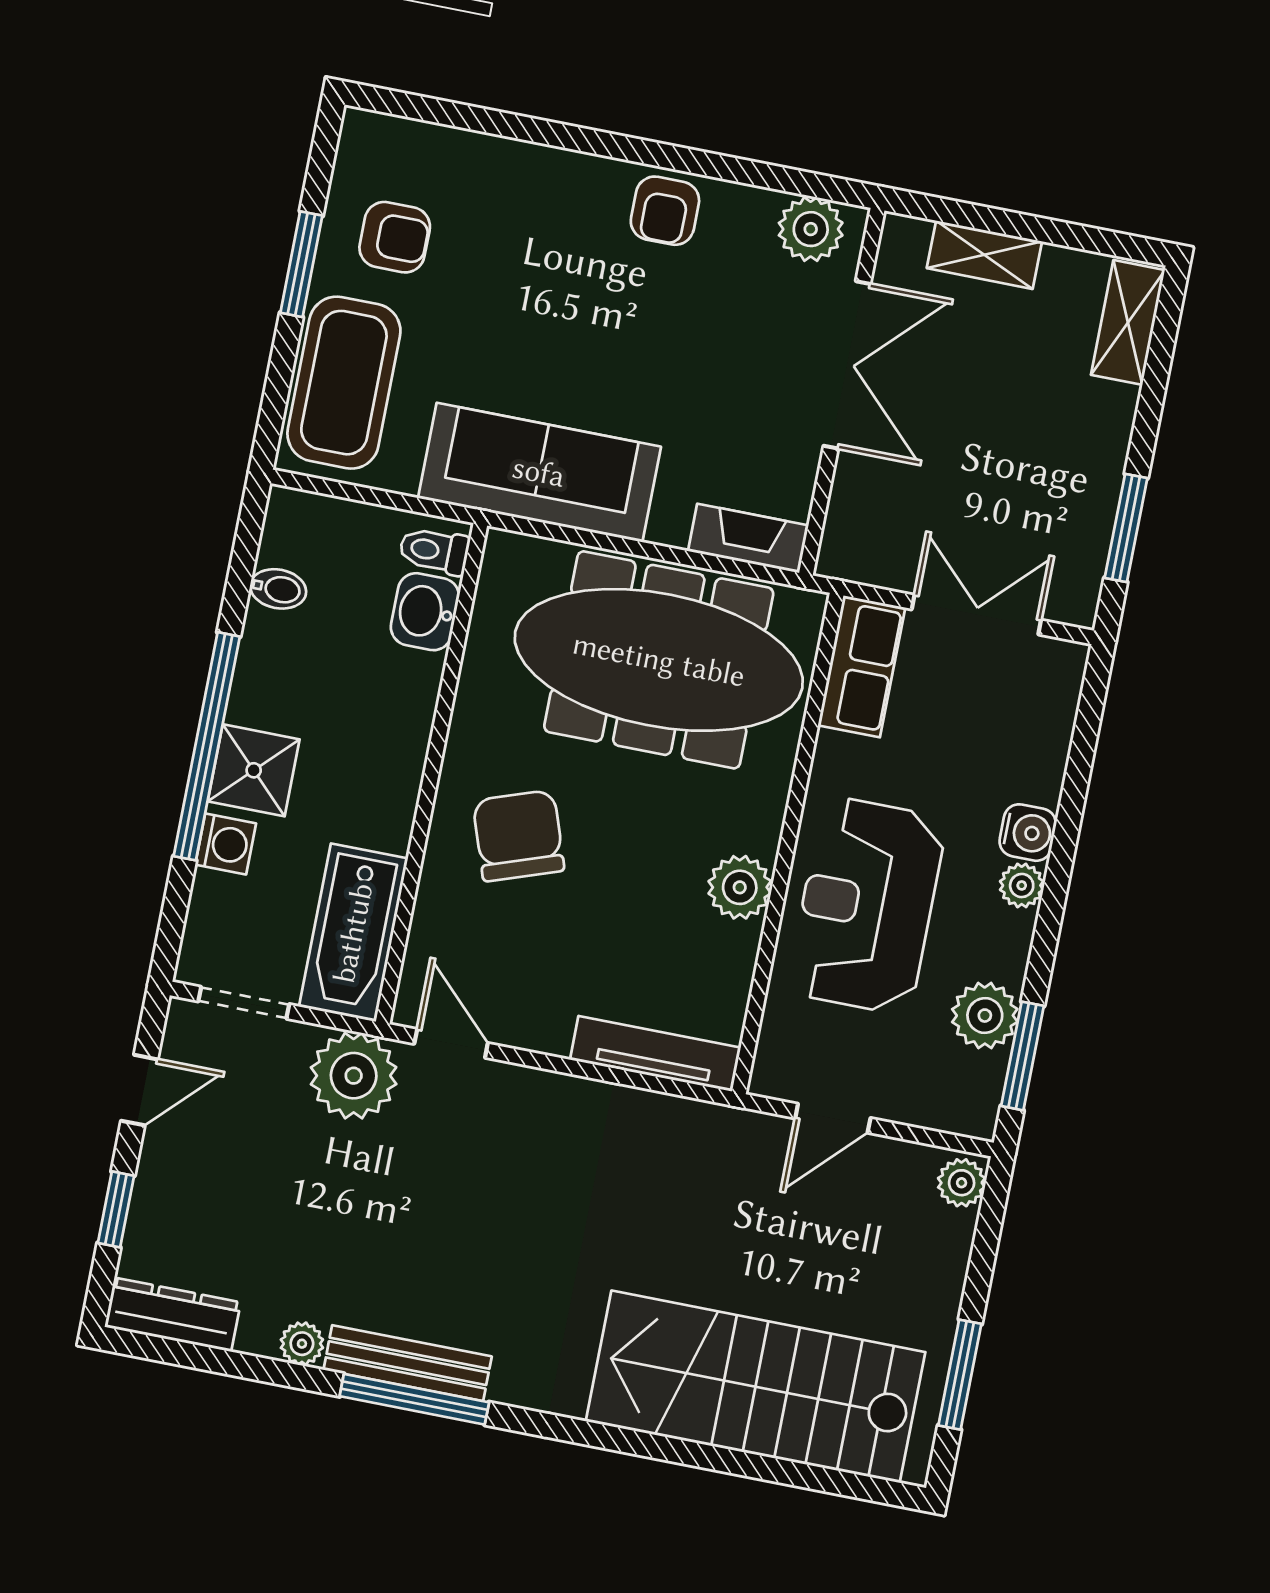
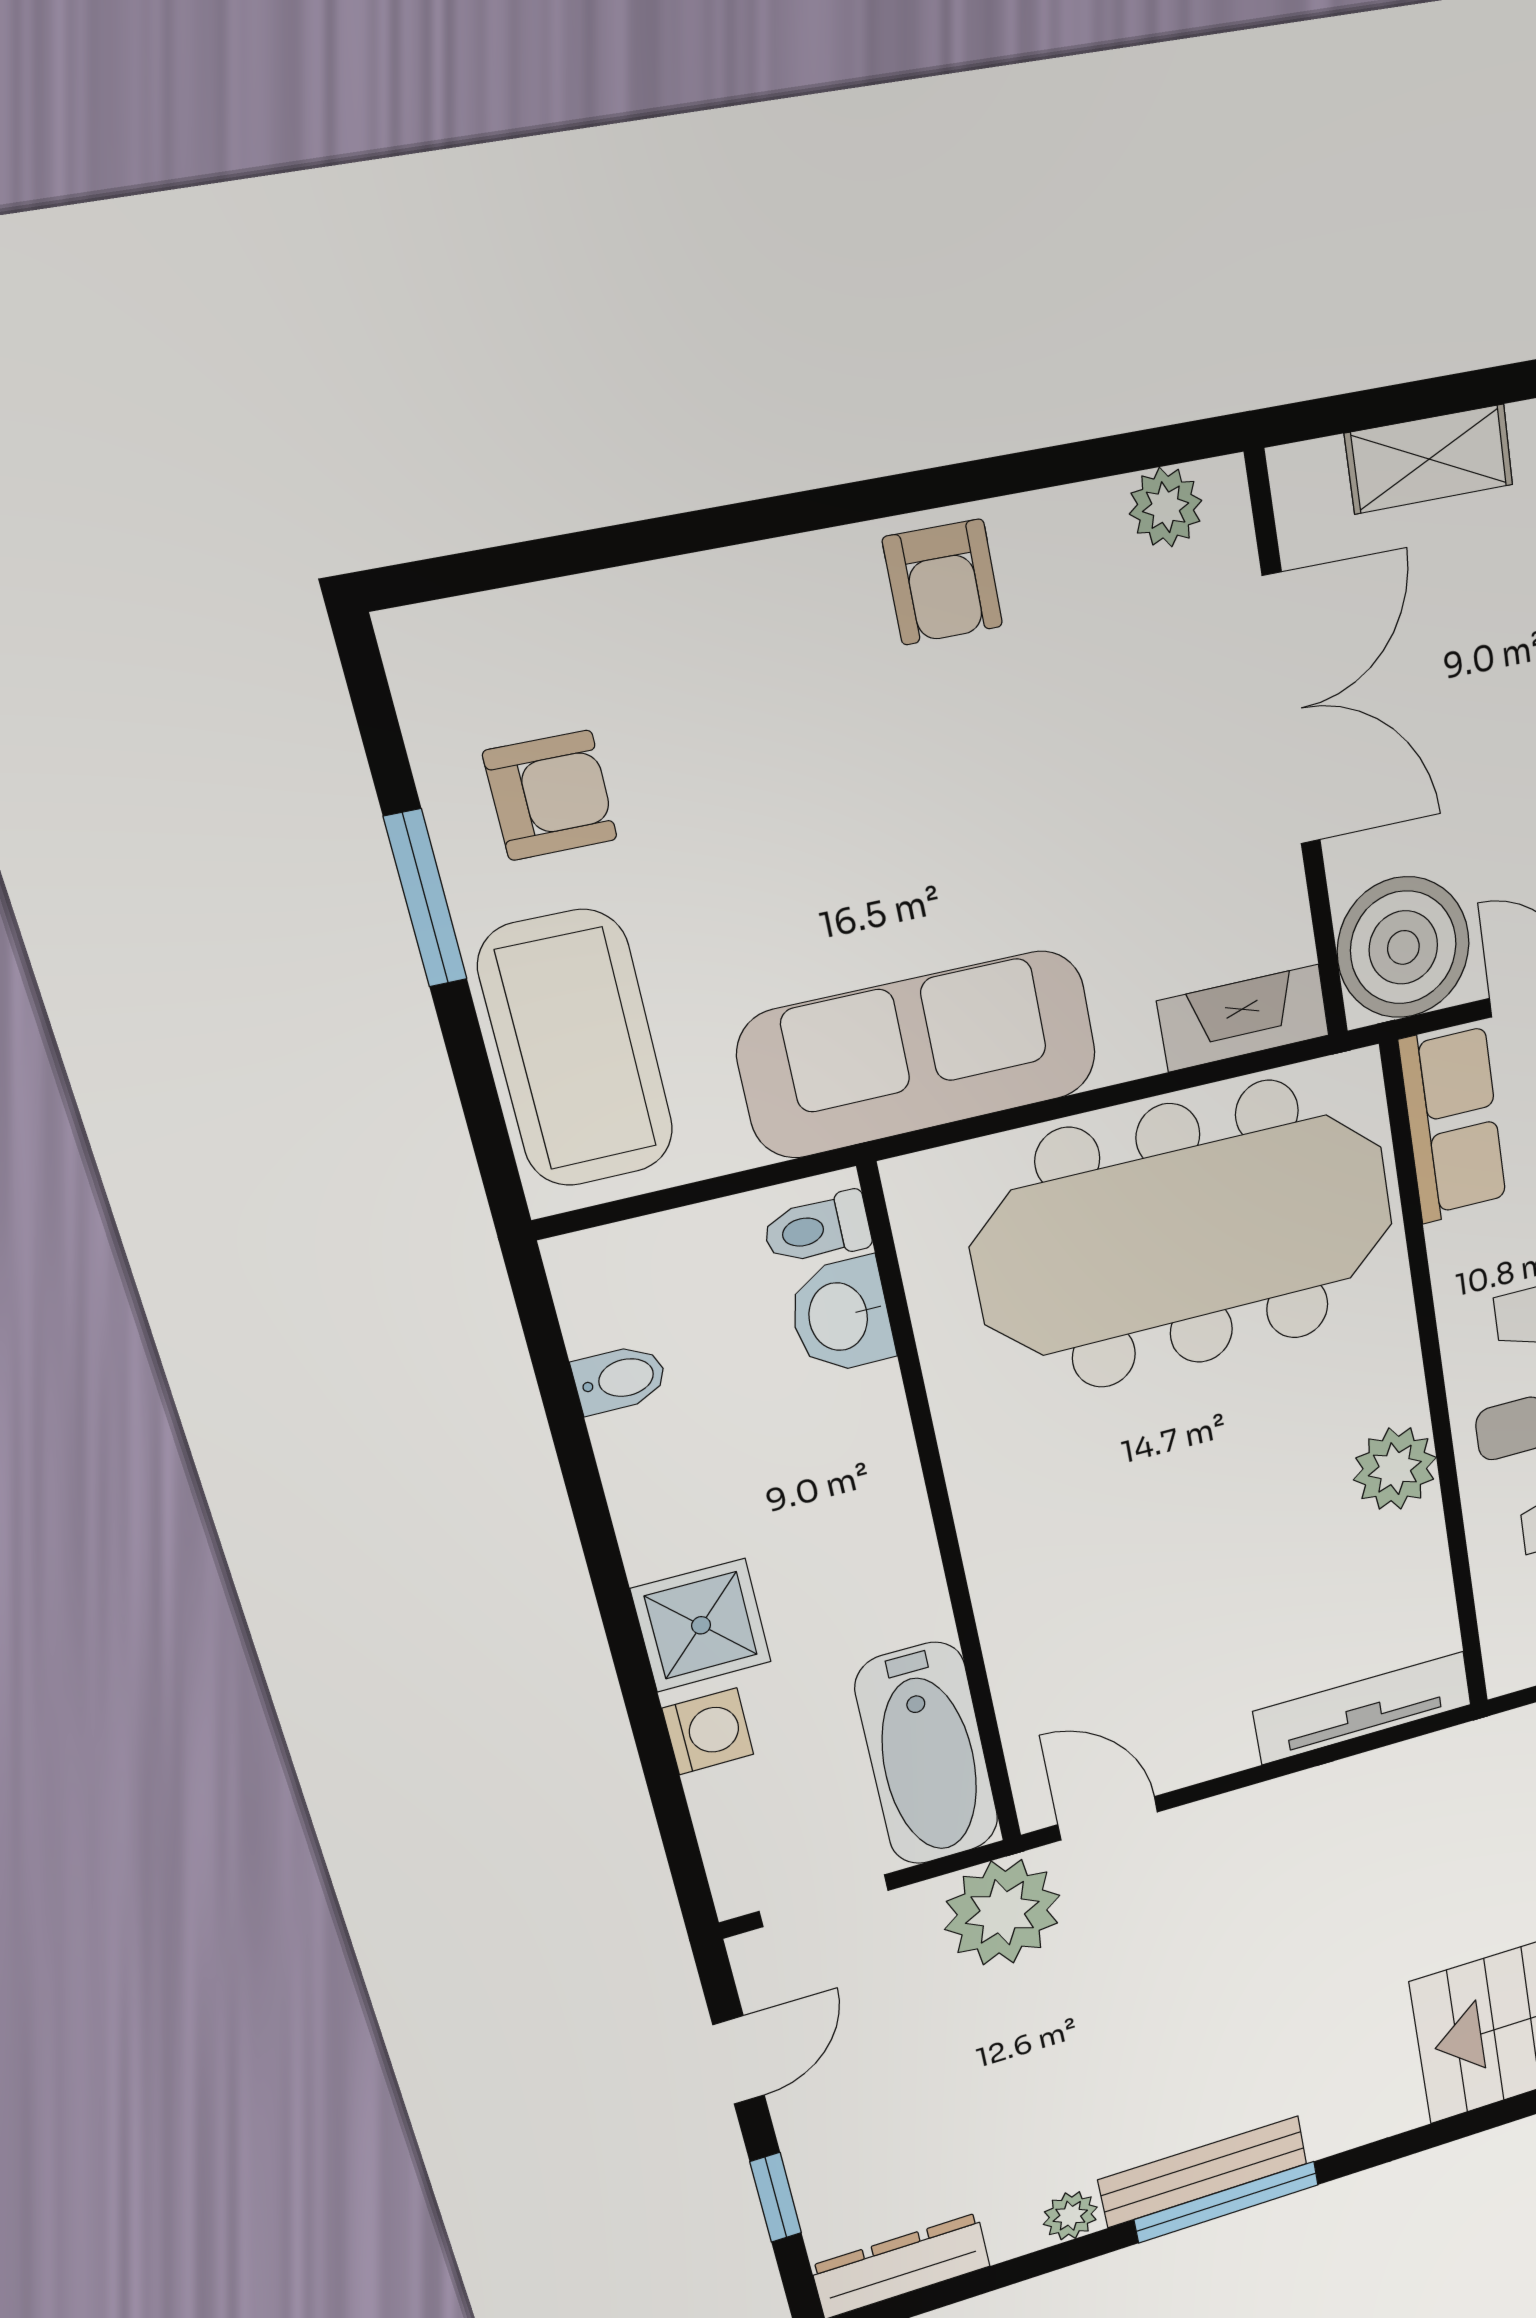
plant: (811, 229) -> (1166, 507), width x0.73, depth x0.73
boiler: (868, 539) -> (1403, 947), added
window: (207, 746) -> (622, 1626), removed
chair: (518, 836) -> (1090, 1540), removed

